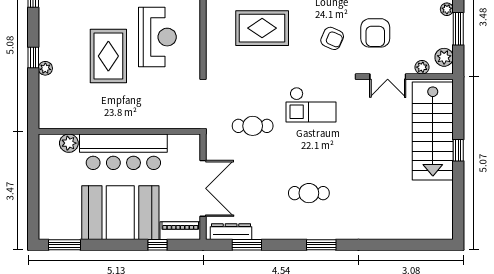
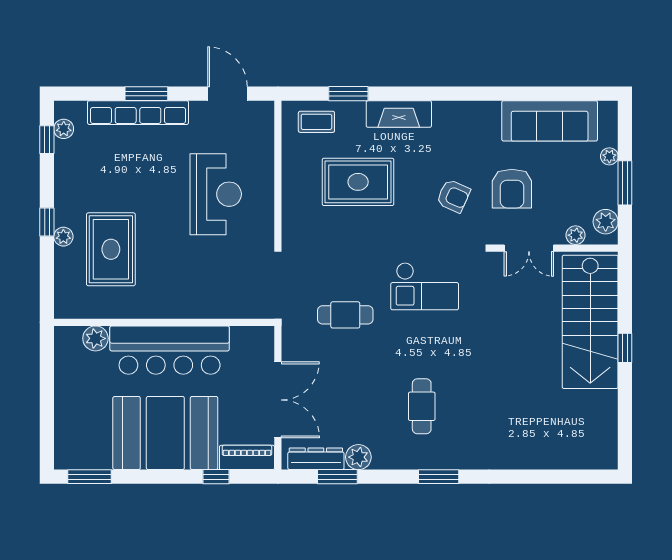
rug: (108, 56) -> (111, 249), moved
cafe table: (309, 193) -> (422, 406), turned 90
plant: (262, 230) -> (358, 457), added

